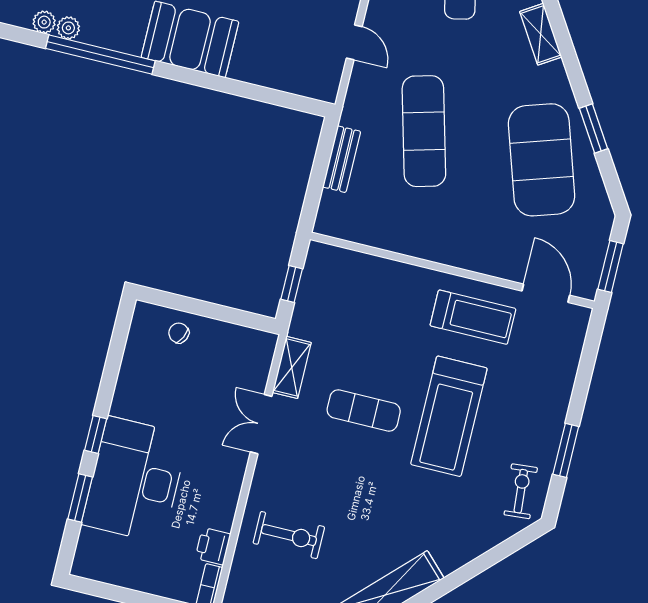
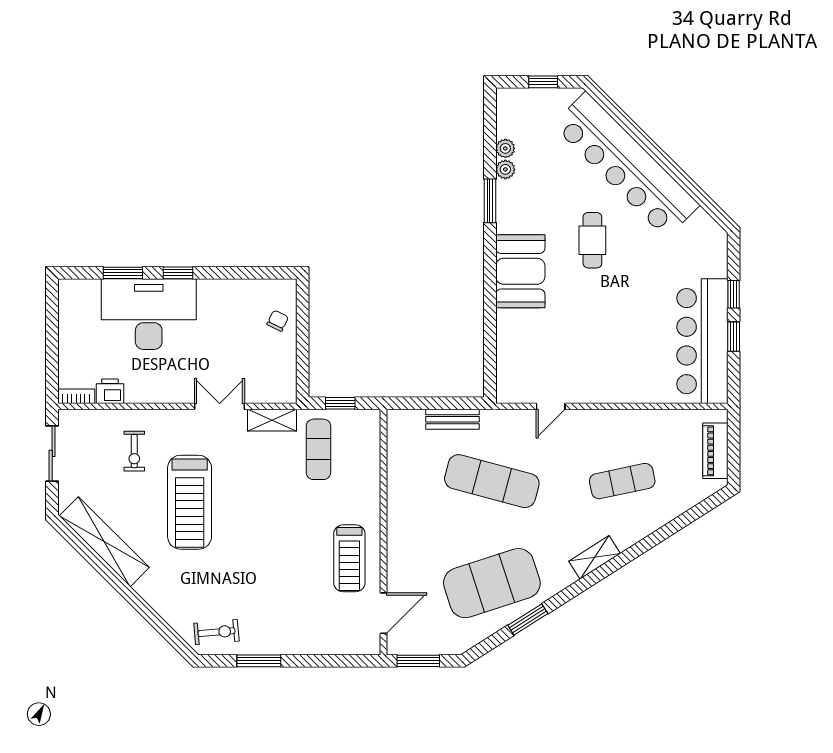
window: (100, 55) -> (490, 201), width x0.47
exercise mat: (424, 131) -> (492, 481), turned 30
exercise mat: (364, 410) -> (318, 449), moved
treadmill: (449, 416) -> (190, 502), moved, turned -90
exercise bike: (289, 535) -> (134, 451), width x0.73, depth x0.72

